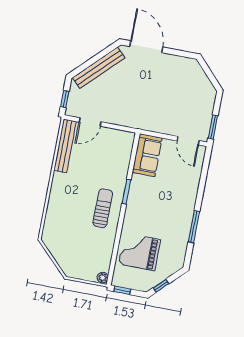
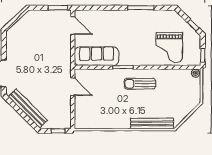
door: (90, 122) -> (73, 87), moved
door: (188, 141) -> (73, 26), hinge flipped
bench: (65, 146) -> (152, 123), moved
sofa: (147, 155) -> (96, 56), width x1.36

